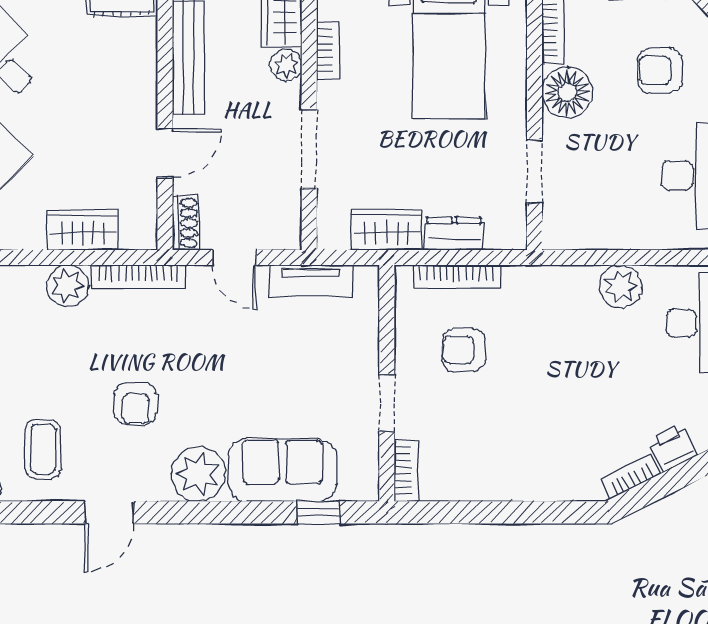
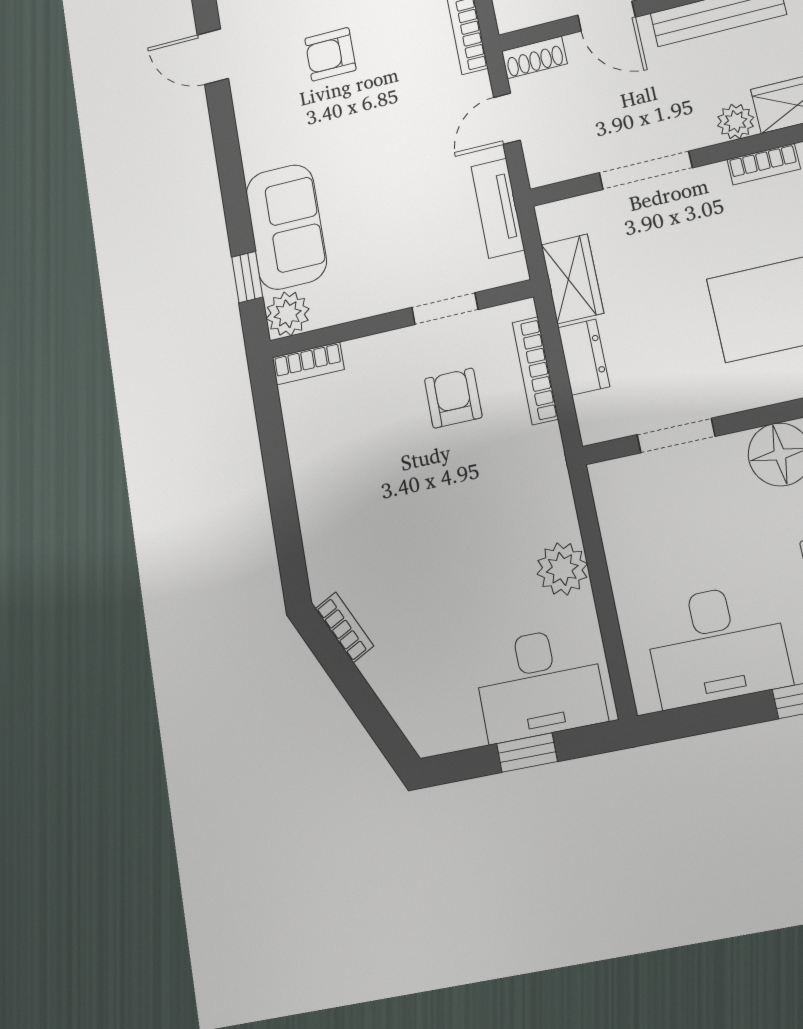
doorway: (387, 403) -> (445, 309), moved
printer: (673, 447) -> (386, 672), removed
plant: (198, 474) -> (288, 314), moved, width x0.73, depth x0.73

